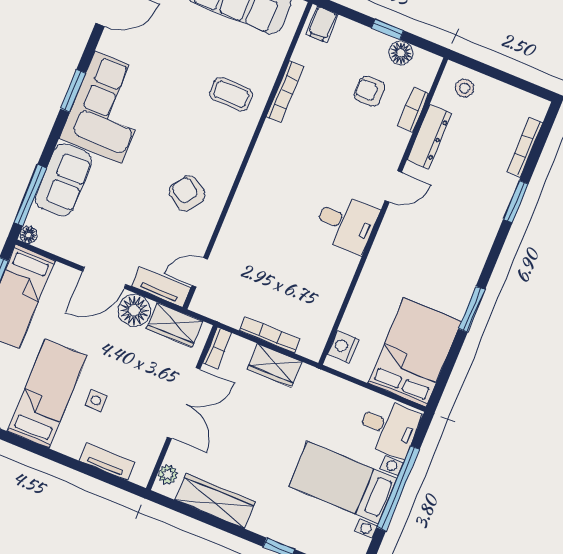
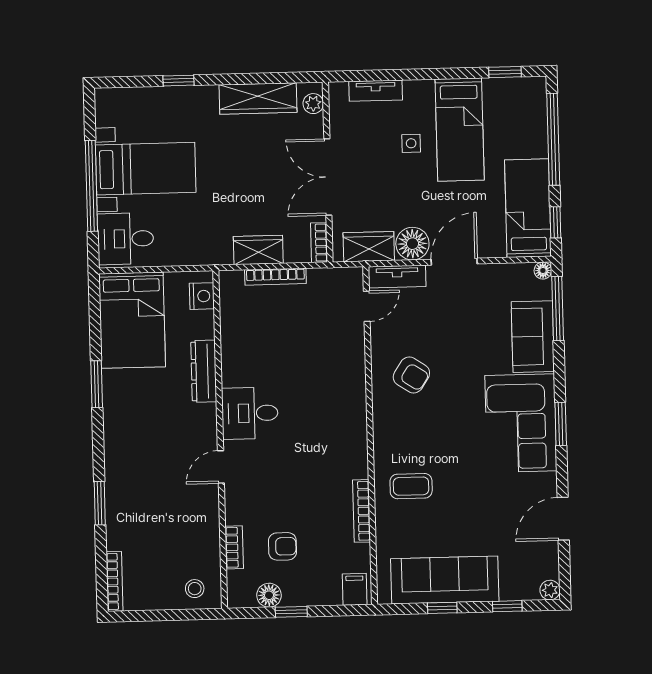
dresser: (429, 137) -> (204, 371), moved
bookcase: (525, 147) -> (115, 581), moved

